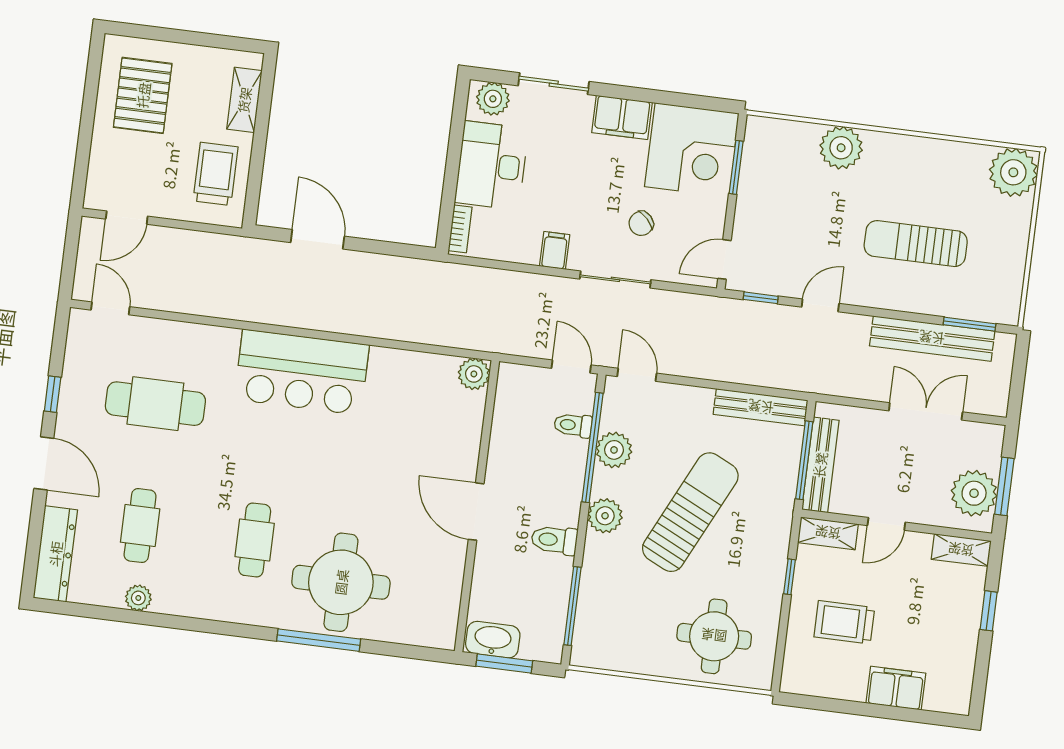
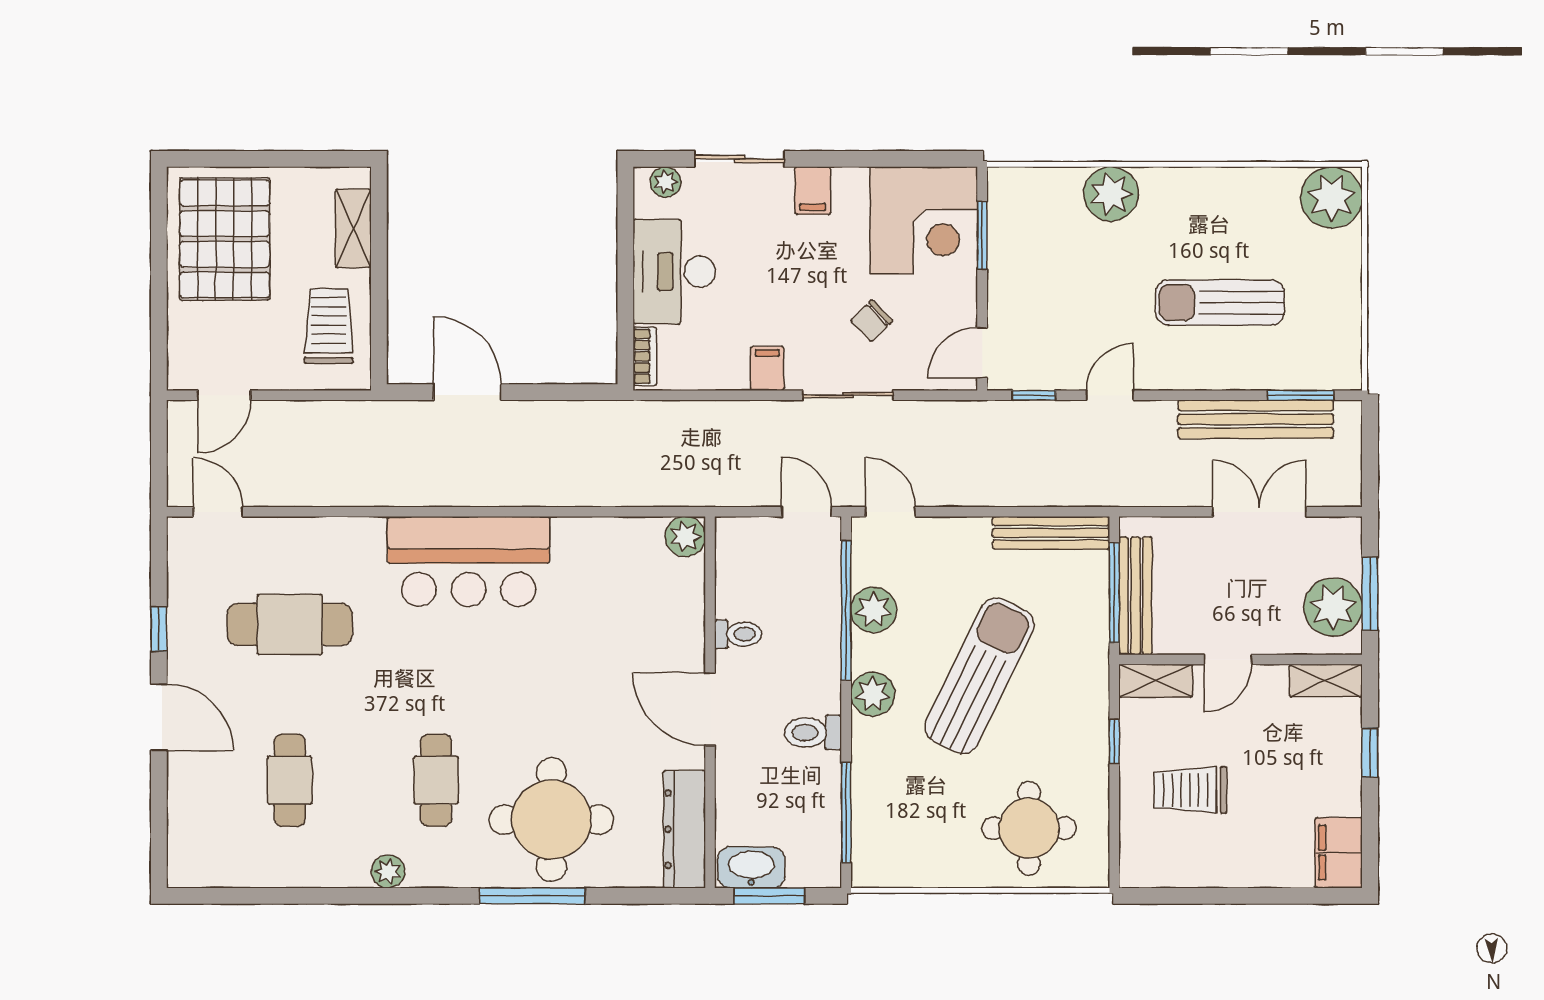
pallet: (143, 95) -> (225, 239), width x1.37, depth x1.41
plant: (493, 99) -> (666, 182), width x0.73, depth x0.73
filing cabinet: (622, 117) -> (813, 191), width x0.50
toilet: (573, 425) -> (738, 634), moved, turned 180
dresser: (55, 554) -> (684, 829), moved, turned 180
plant: (138, 598) -> (388, 871), moved
filing cabinet: (896, 688) -> (1339, 853), moved, turned -90

